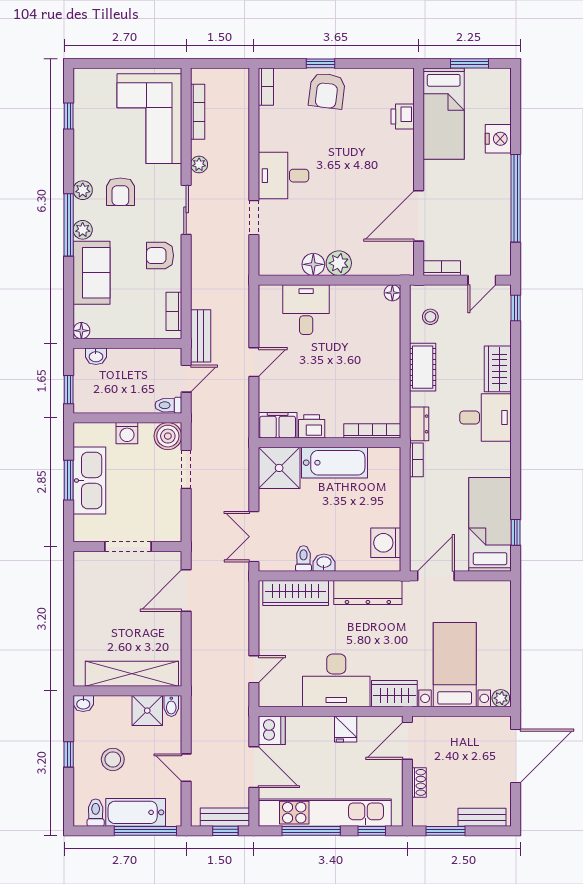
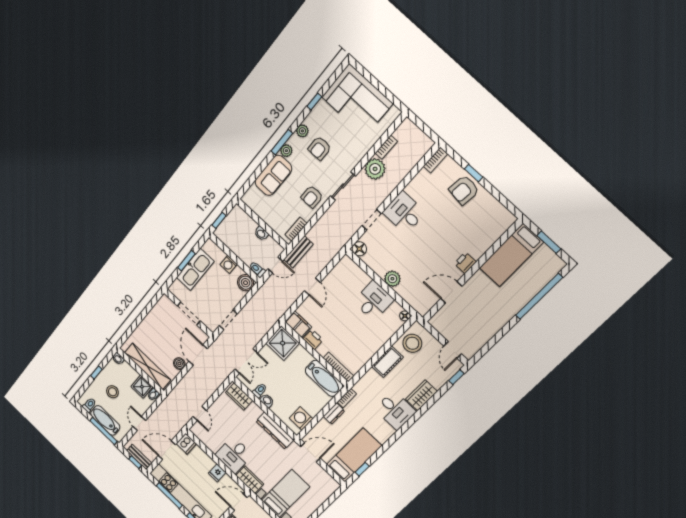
bookcase: (198, 112) -> (386, 147), width x0.64
window: (69, 116) -> (314, 102), moved
printer: (403, 117) -> (465, 263), moved
corner sofa: (149, 119) -> (357, 100), moved, turned -90
nightstand: (498, 139) -> (526, 292), removed
plant: (199, 164) -> (375, 169), width x1.88, depth x1.88
window: (516, 198) -> (539, 296), moved
door: (419, 216) -> (451, 292), width x0.73
window: (69, 225) -> (282, 142), width x0.69
armchair: (160, 256) -> (312, 197), turned -90
floor lamp: (313, 264) -> (359, 249), moved
bookcase: (442, 268) -> (439, 327), removed
door: (482, 280) -> (453, 350), hinge flipped
desk: (306, 310) -> (374, 301), moved
stool: (430, 317) -> (412, 343), width x1.89, depth x1.89
floor lamp: (81, 331) -> (247, 199), removed
washbasin: (96, 356) -> (261, 233), moved
door: (254, 362) -> (312, 287), hinge flipped
dresser: (419, 424) -> (334, 414), moved
bathtub: (335, 463) -> (324, 378), moved
doorway: (186, 469) -> (228, 320), moved
double door: (254, 537) -> (246, 361), swing flipped
door: (186, 590) -> (198, 355), hinge flipped
wardrobe: (296, 593) -> (239, 396), width x0.67
boiler: (171, 627) -> (179, 364), added
door: (254, 669) -> (200, 413), hinge flipped
desk: (336, 680) -> (234, 455), width x0.73
door: (254, 767) -> (167, 450), swing flipped

